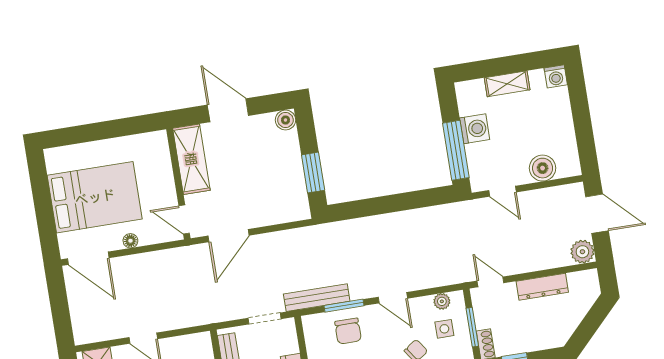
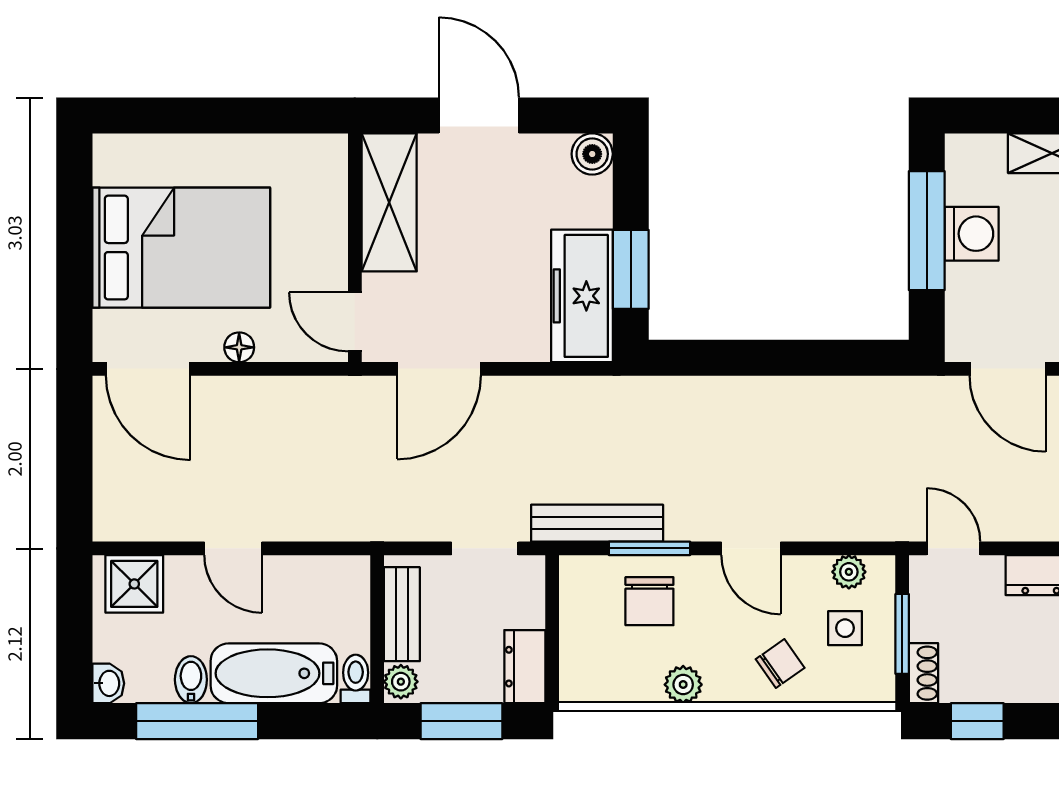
window: (456, 150) -> (927, 231), moved
freezer: (292, 189) -> (582, 296), added
door: (502, 191) -> (1008, 369), width x1.38

